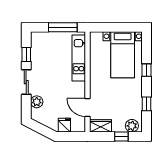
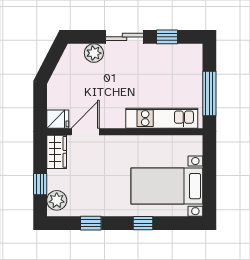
fridge: (64, 125) -> (58, 119), moved

